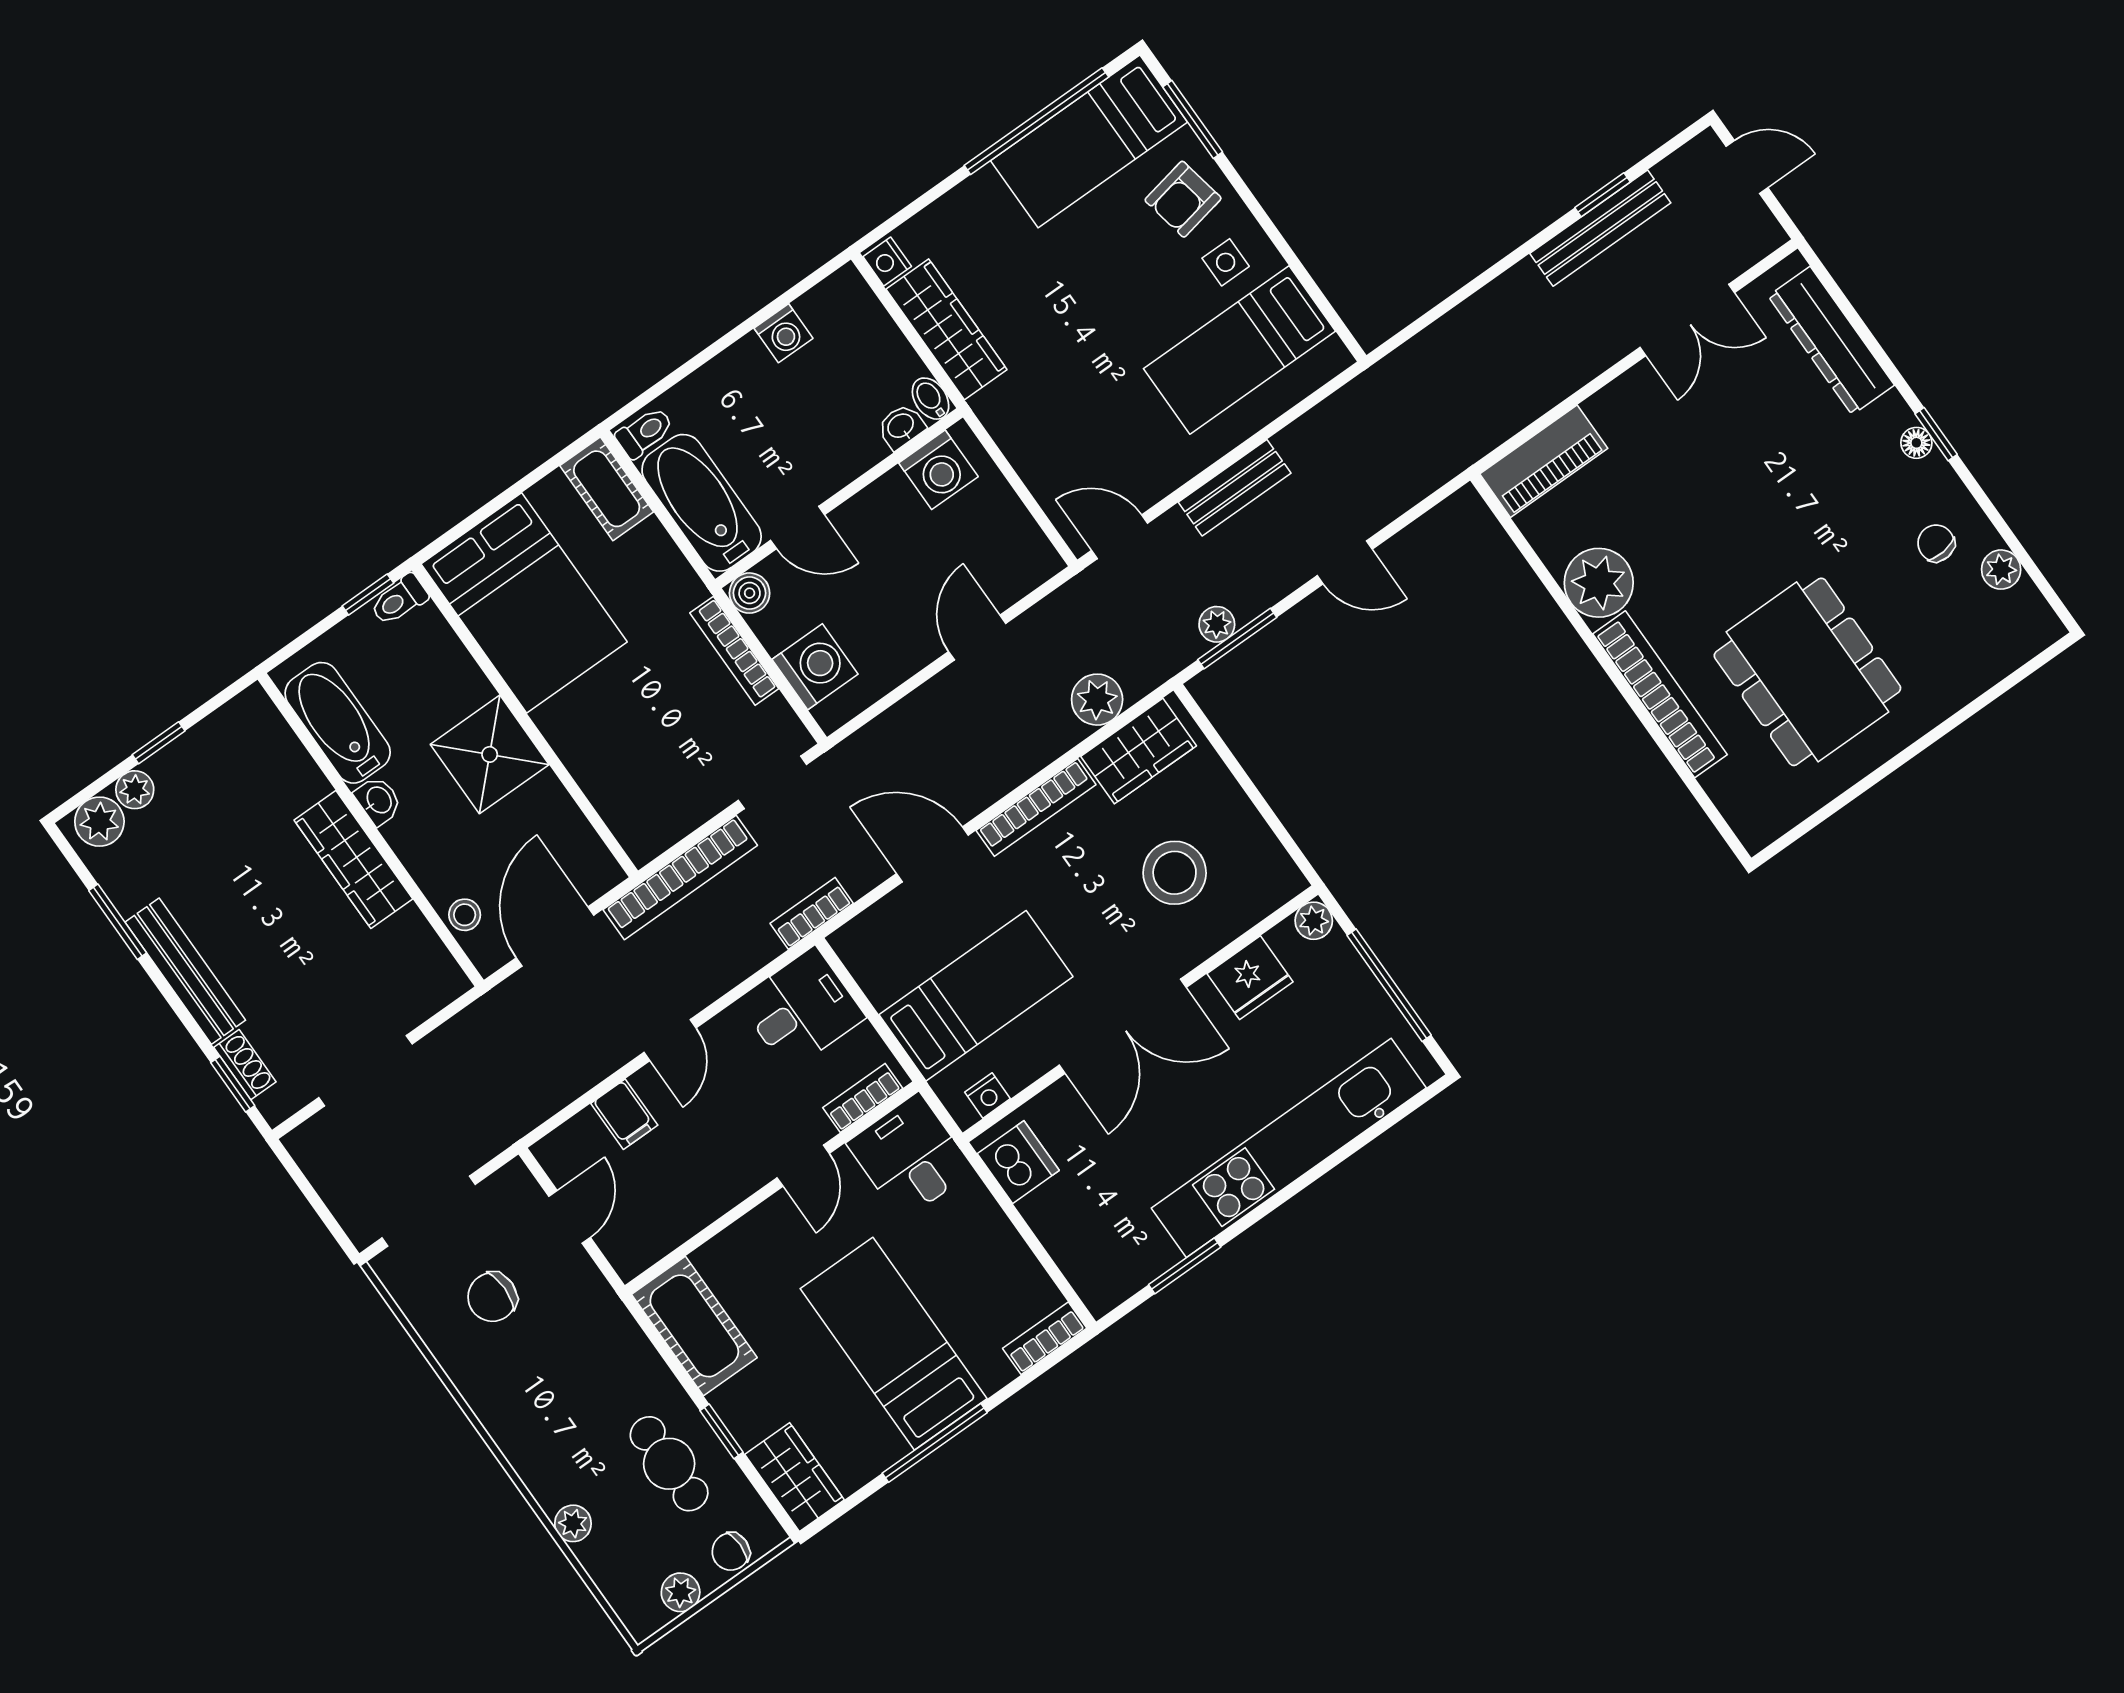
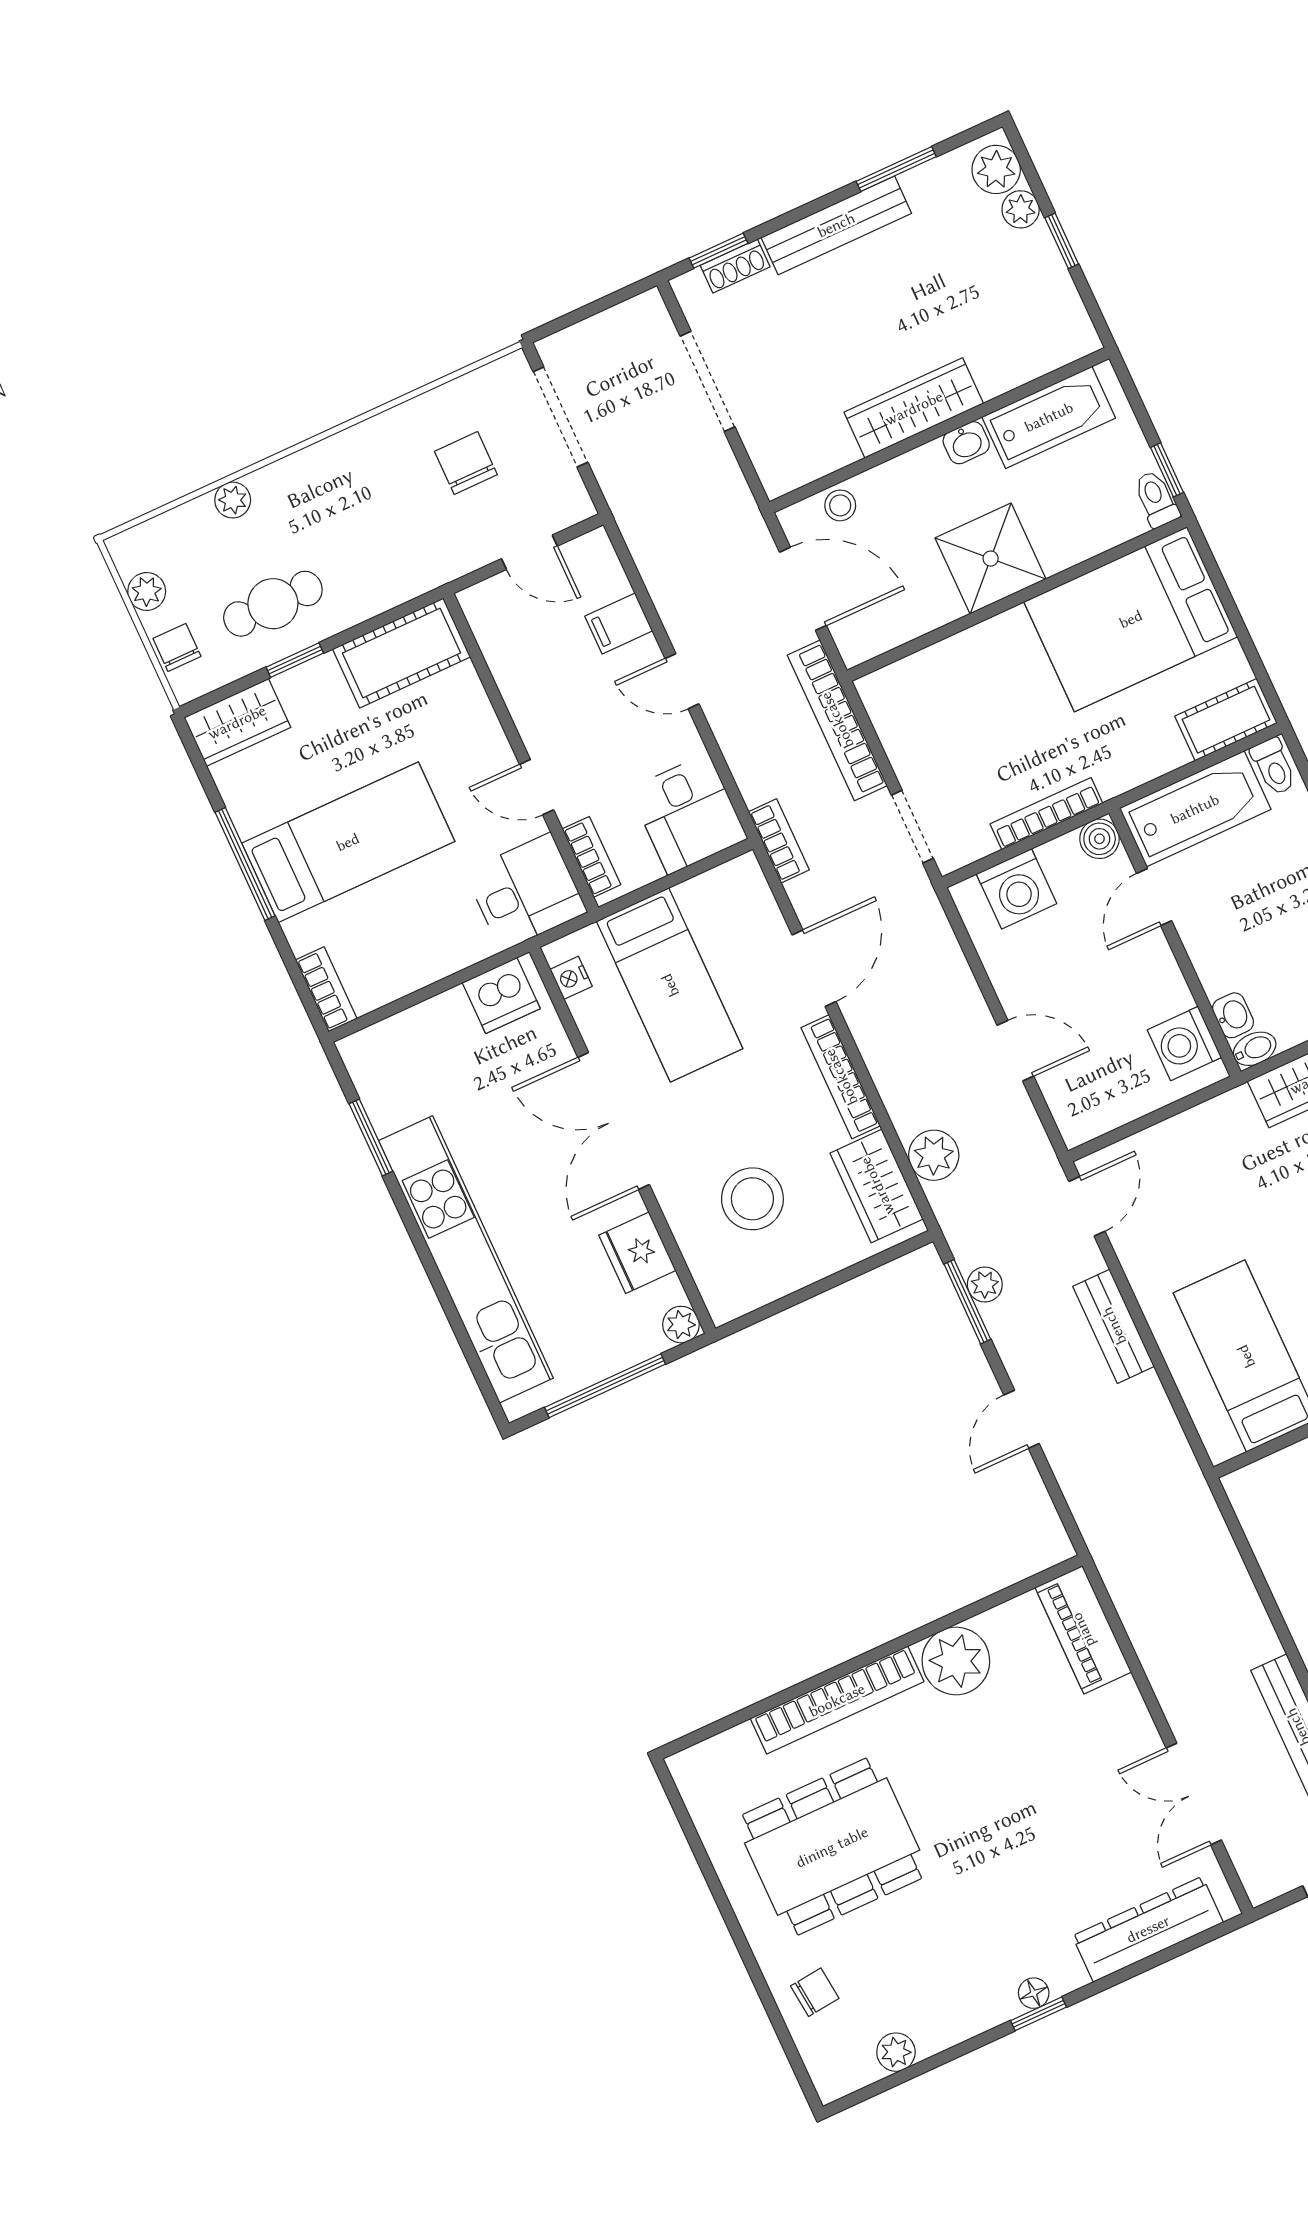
chair: (1936, 543) -> (815, 1992), moved

